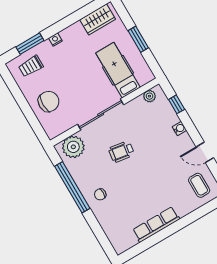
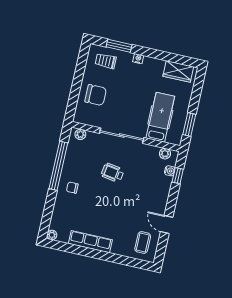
window: (138, 39) -> (189, 124), moved
water cooler: (179, 128) -> (170, 171), moved
plant: (73, 147) -> (80, 134), width x0.53, depth x0.53
plant: (120, 248) -> (52, 235), added

